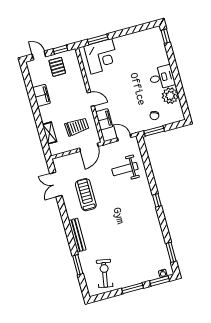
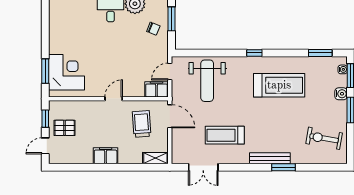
filing cabinet: (41, 95) -> (106, 156), moved
filing cabinet: (104, 119) -> (156, 89), moved
window: (154, 131) -> (171, 19), moved
shelving: (50, 133) -> (155, 158), moved
weight bench: (125, 169) -> (207, 81), width x1.36, depth x1.33
treadmill: (137, 227) -> (279, 85), added
window: (78, 265) -> (283, 167), moved
water cooler: (143, 277) -> (341, 94), added

